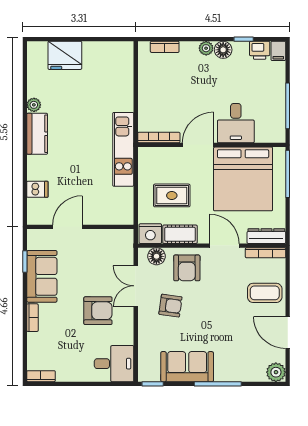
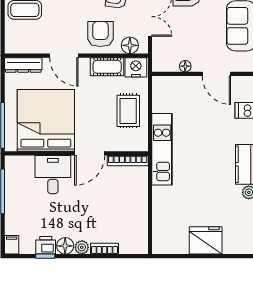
bookcase: (165, 47) -> (105, 249), moved
printer: (260, 50) -> (46, 245), moved
fridge: (65, 55) -> (206, 240), moved
rug: (172, 195) -> (128, 111), moved, turned 90
door: (67, 227) -> (216, 74), hinge flipped
floor lamp: (99, 235) -> (185, 66), added
bookcase: (266, 253) -> (24, 49), removed

